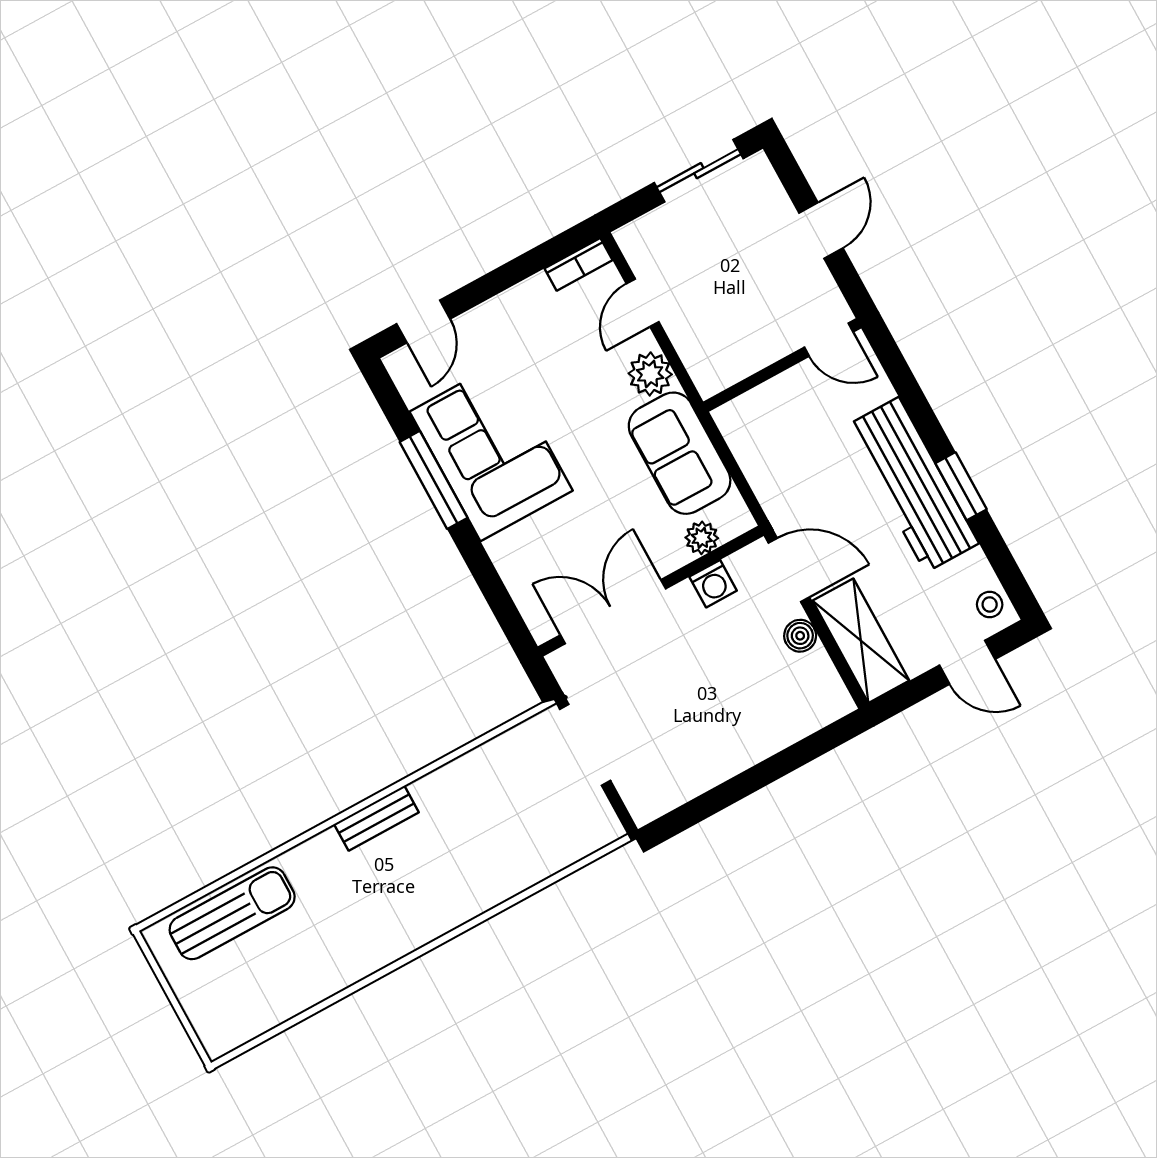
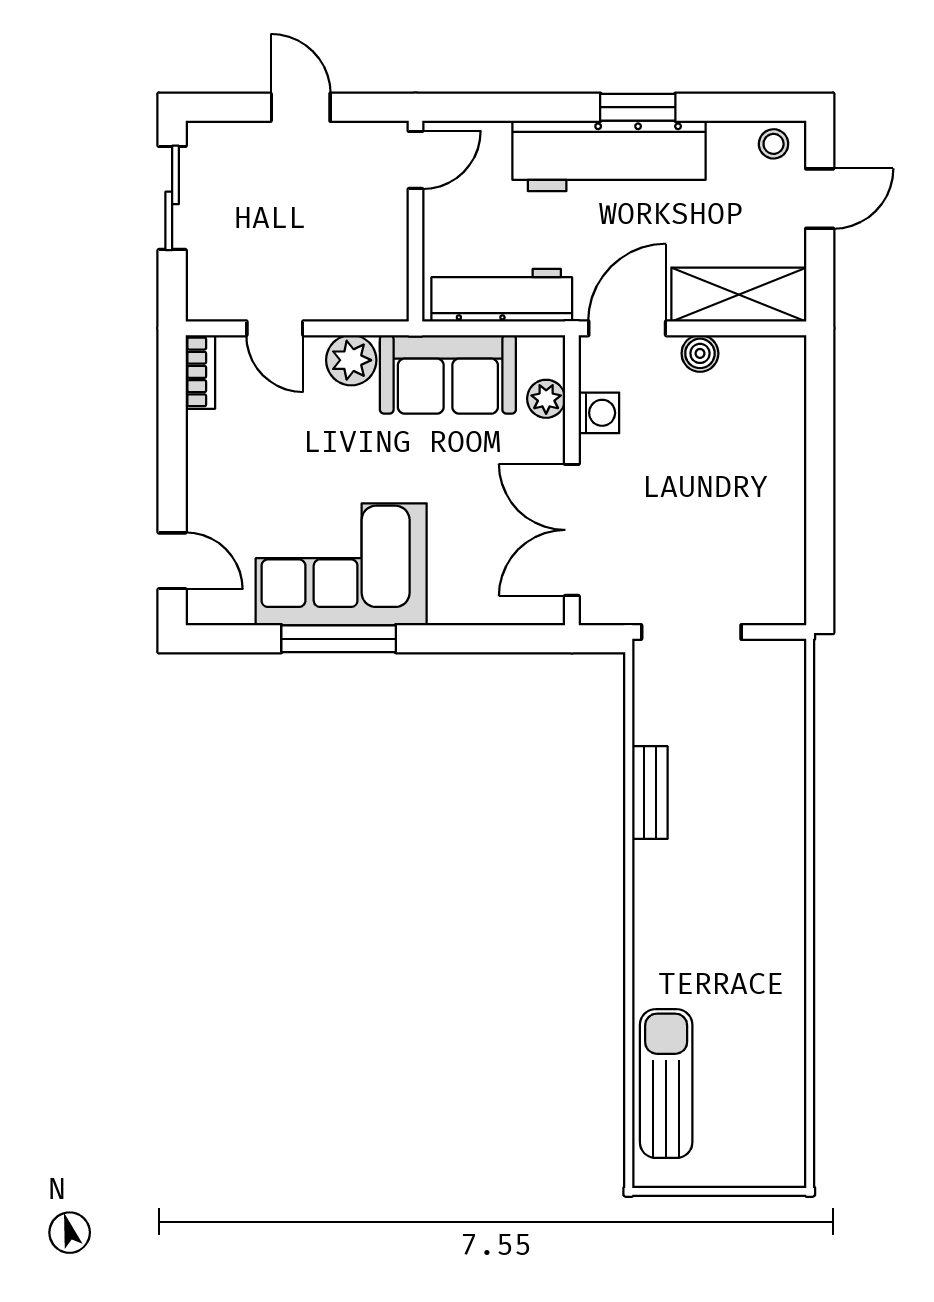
workbench: (762, 461) -> (502, 295), added
bench: (376, 818) -> (650, 793), moved

